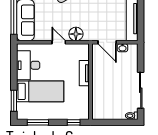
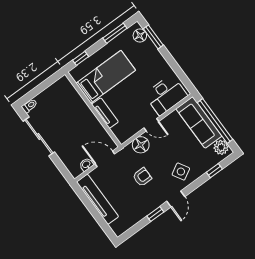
armchair: (91, 11) -> (142, 177), added
desk: (28, 65) -> (166, 95), moved, turned 90
bed: (40, 91) -> (106, 77), moved, turned 180
floor lamp: (22, 108) -> (140, 35), added

